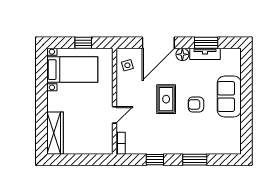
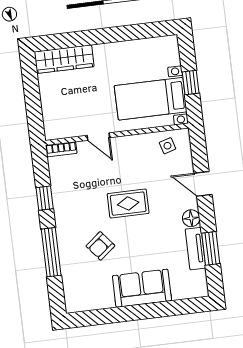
door: (158, 43) -> (203, 184), width x0.53
bed with nightstands: (72, 70) -> (151, 99), moved, turned 90
armchair: (196, 104) -> (100, 246), moved, turned -129
window: (195, 160) -> (51, 252), width x1.44

